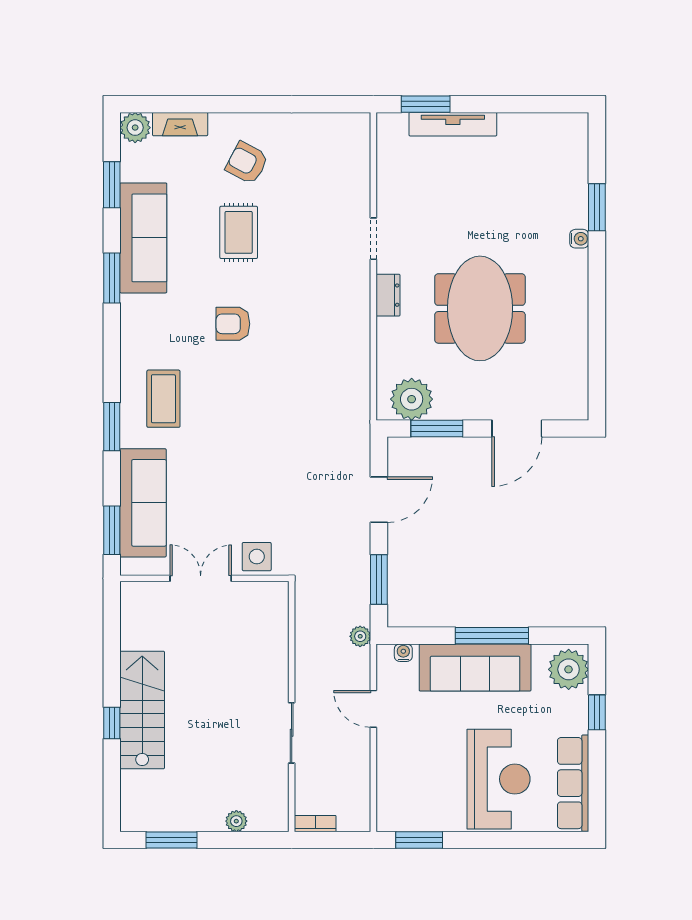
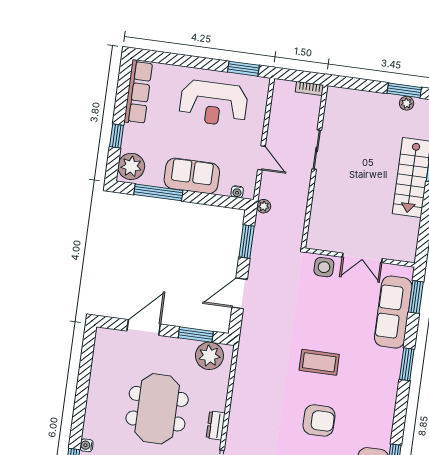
armchair: (233, 324) -> (319, 420), width x1.38, depth x1.38
coffee table: (163, 399) -> (319, 362), moved, turned 90
window: (492, 636) -> (158, 192), moved
sofa: (475, 668) -> (192, 176), width x0.73
reception desk: (498, 779) -> (214, 103), moved, turned -90
plant: (236, 821) -> (407, 103), moved

